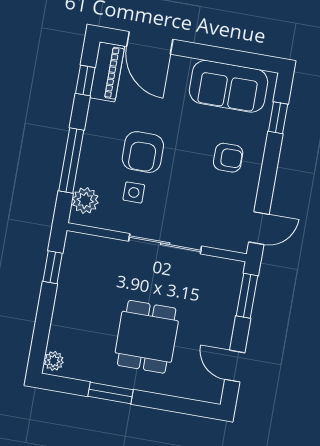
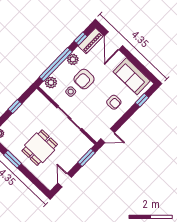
plant: (97, 129) -> (73, 59), added
window: (71, 161) -> (56, 64), width x1.46
window: (53, 267) -> (15, 107), moved

